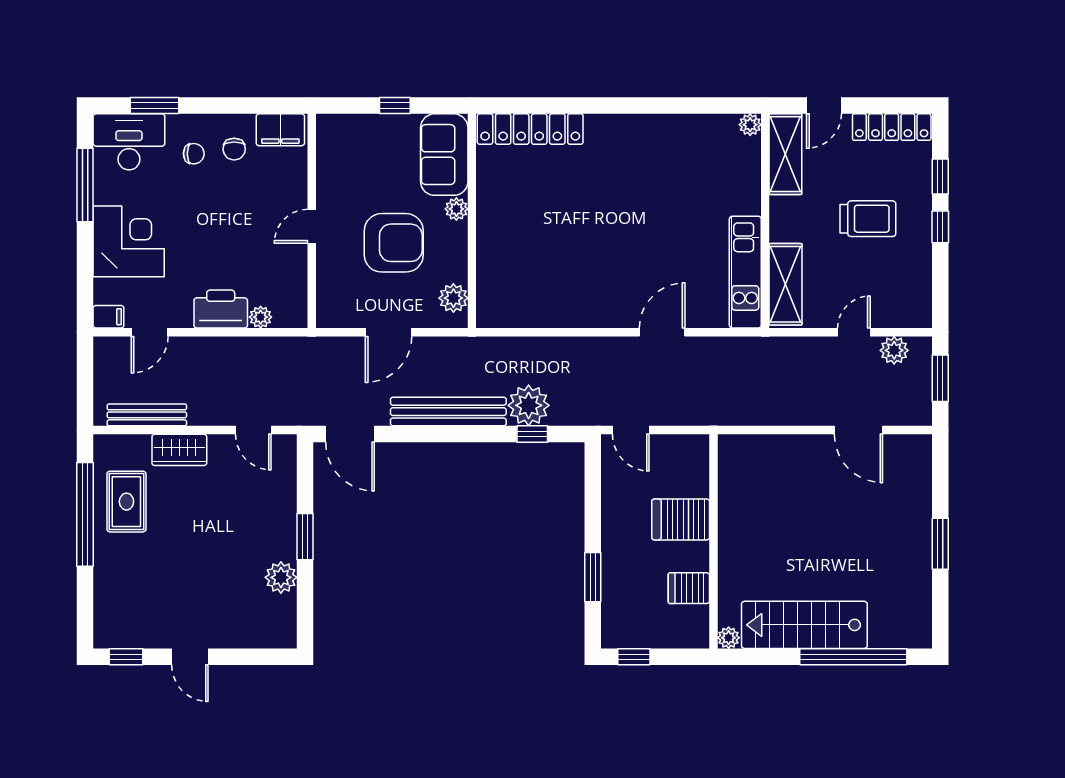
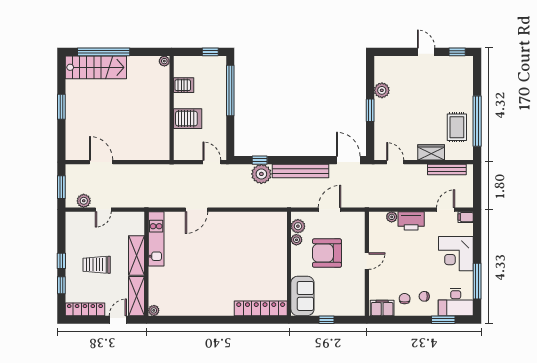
plant: (456, 209) -> (296, 240), moved
shelving: (786, 284) -> (137, 255), moved
window: (593, 577) -> (230, 91), width x2.11
stairs: (804, 625) -> (96, 67), moved

